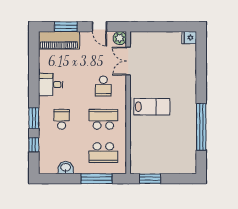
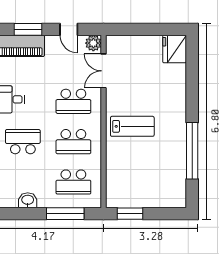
fridge: (189, 38) -> (175, 49), width x1.88, depth x1.34
school desk: (103, 86) -> (73, 101), width x1.85
school desk: (62, 119) -> (23, 142), width x1.85
school desk: (103, 119) -> (73, 142), turned 180

